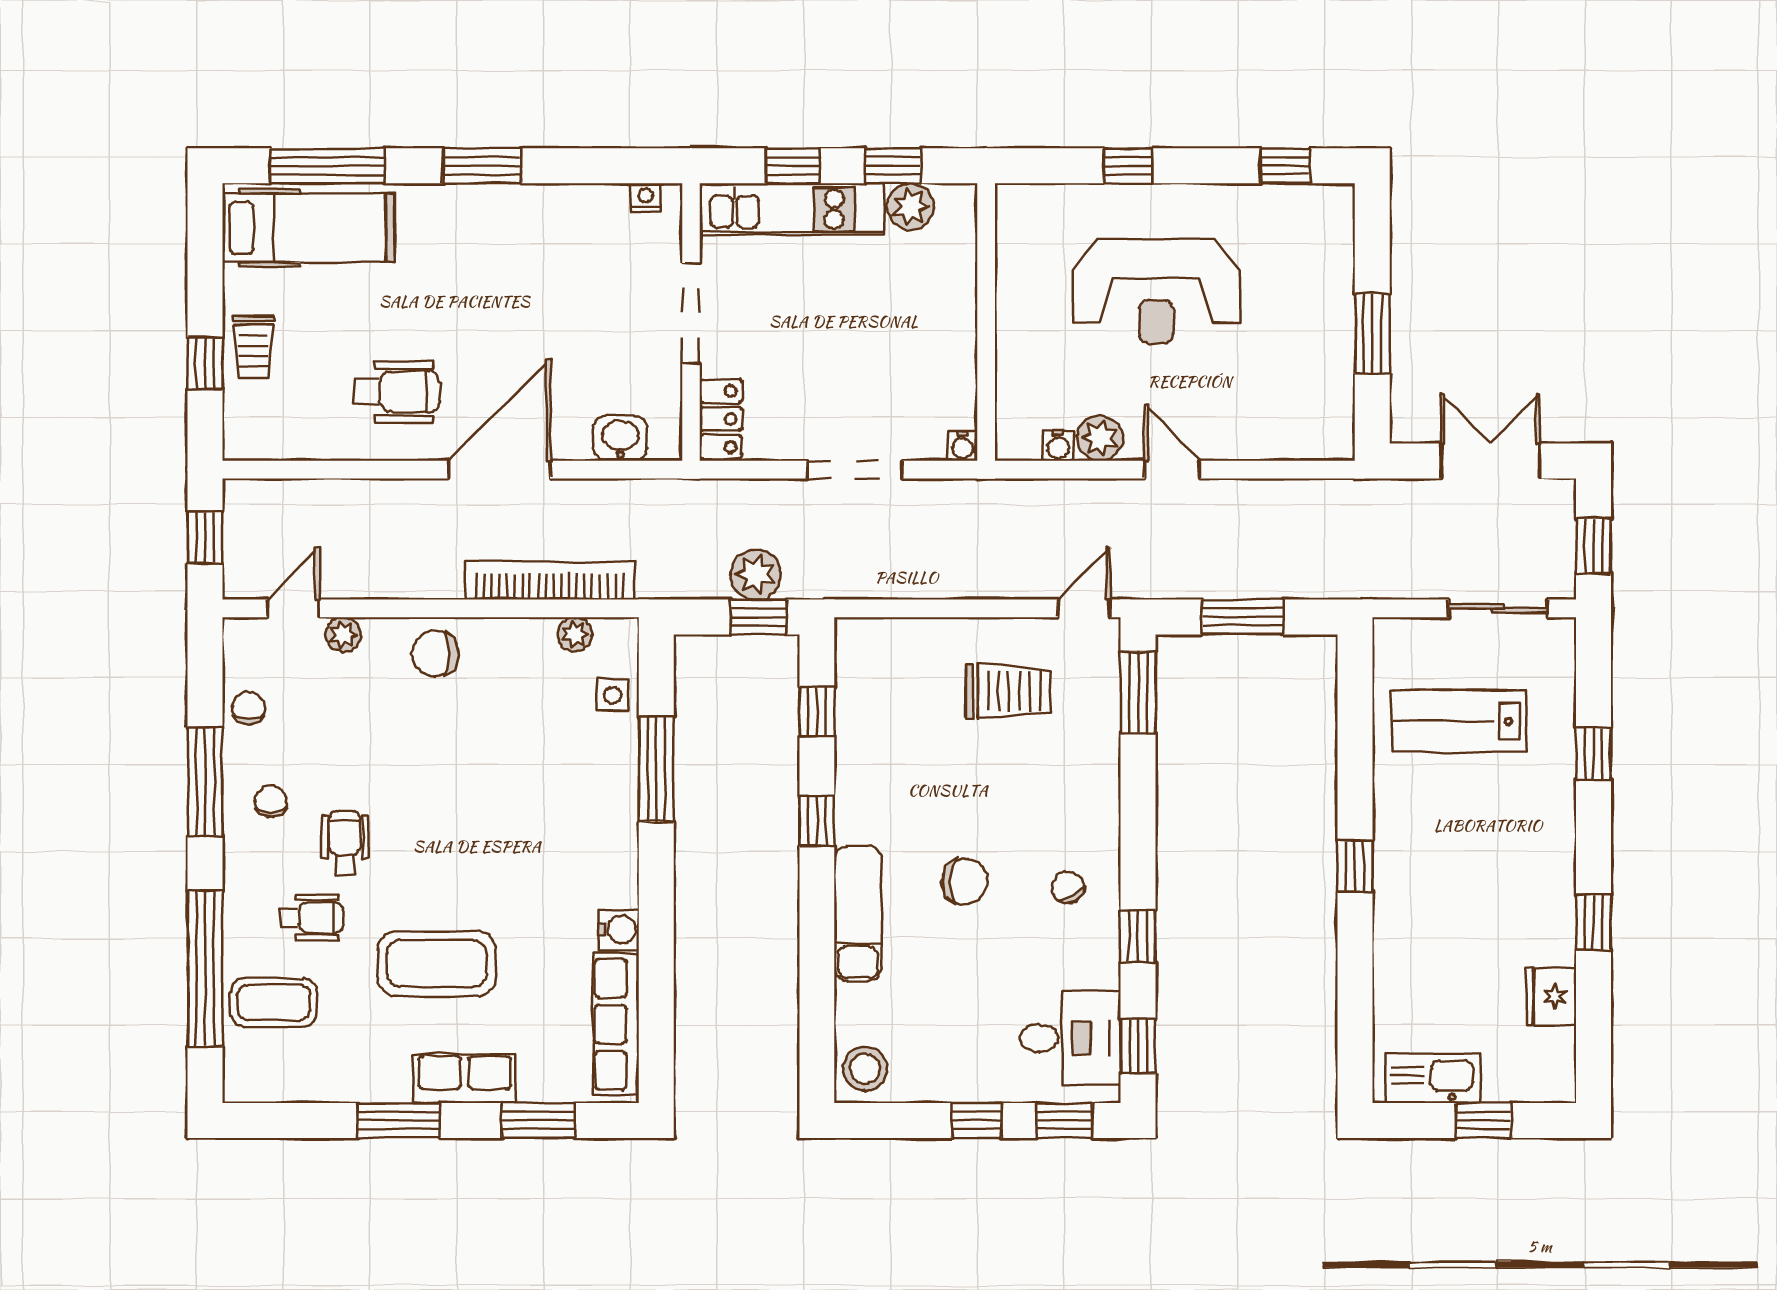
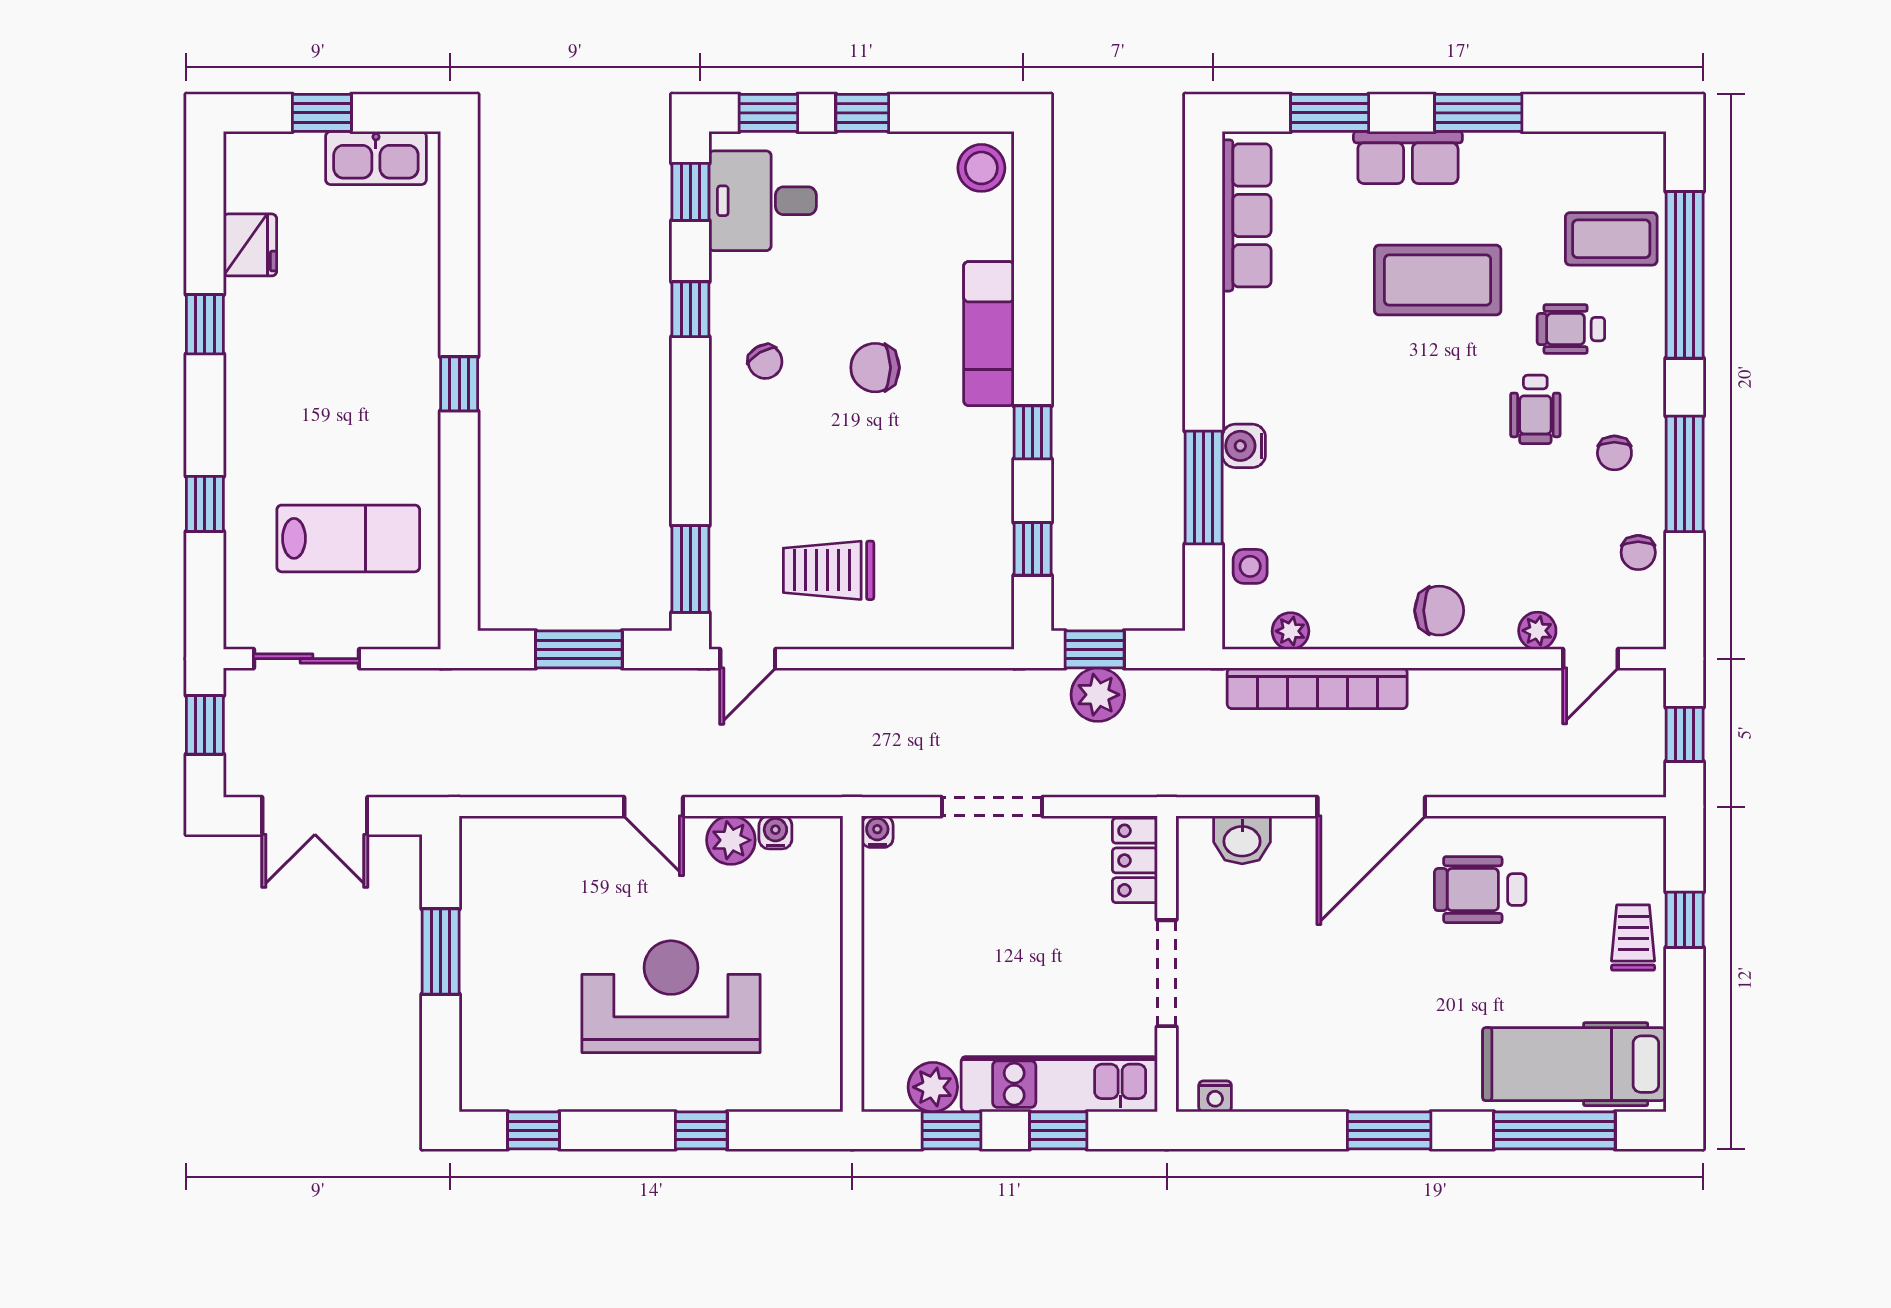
water cooler: (619, 930) -> (1244, 446), moved

